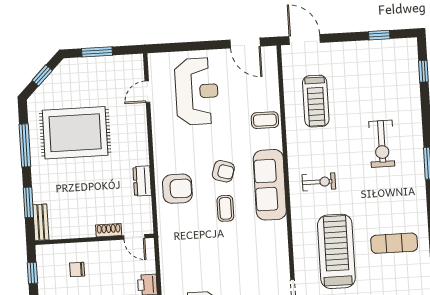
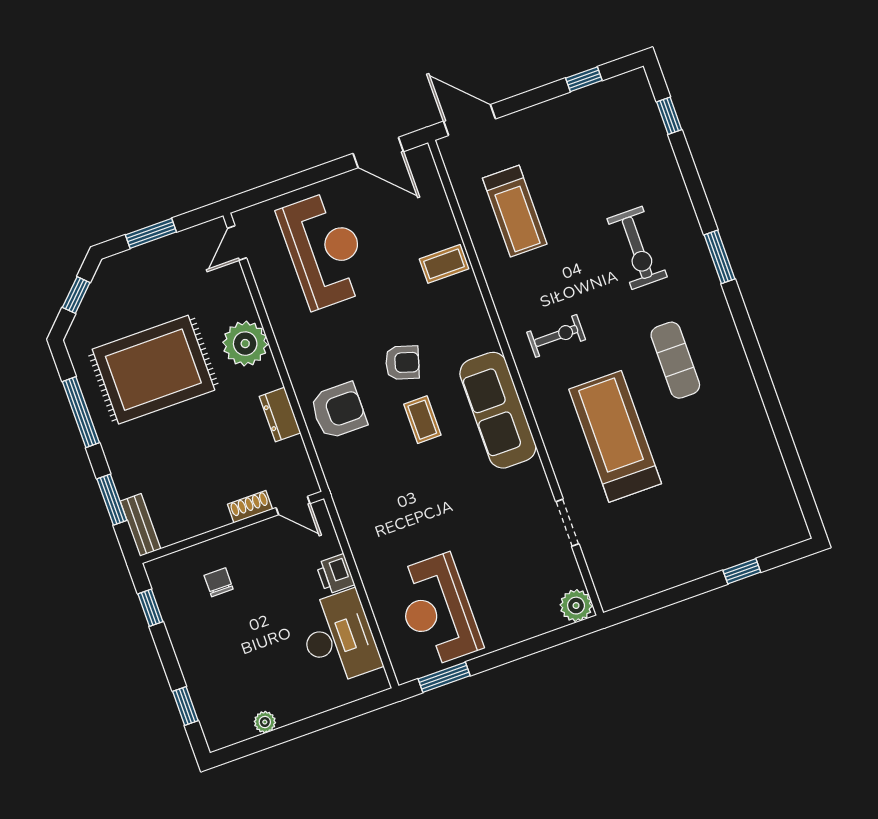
door: (147, 92) -> (237, 243), moved
plant: (134, 133) -> (245, 344), added
sofa: (270, 185) -> (498, 410), moved
exercise mat: (394, 243) -> (675, 360), moved, turned 90
chair: (77, 270) -> (219, 582), turned 90

